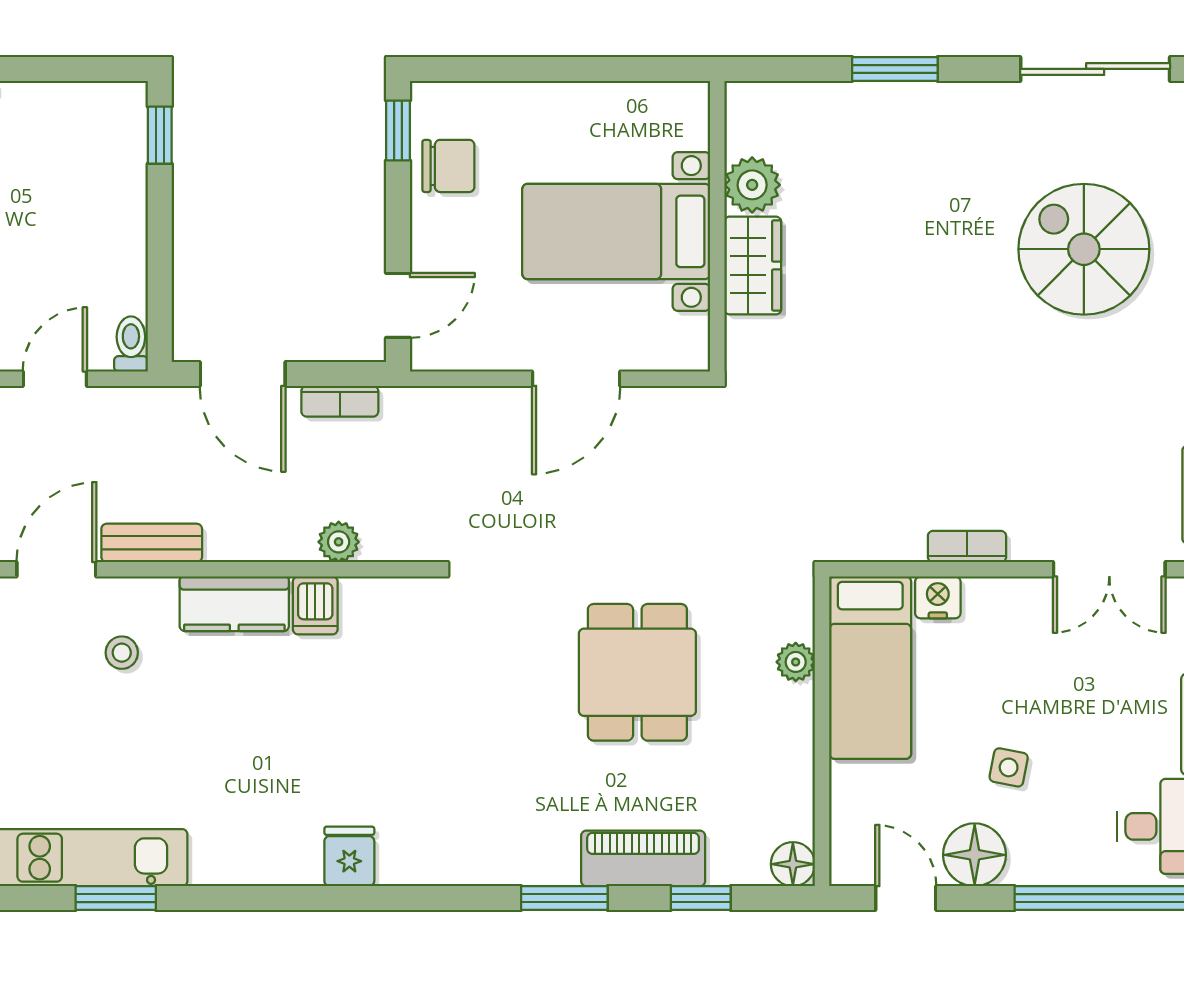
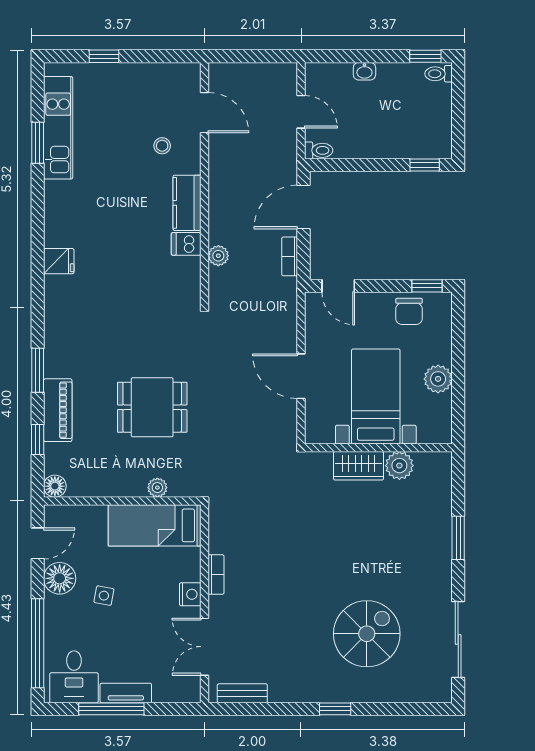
plant: (581, 109) -> (438, 379), added
bench: (152, 543) -> (218, 161), removed
nightstand: (938, 597) -> (190, 594), moved

